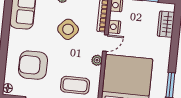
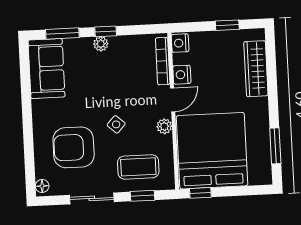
wardrobe: (166, 24) -> (256, 69), width x1.50
side table: (68, 29) -> (116, 124), moved, width x0.54, depth x0.54

